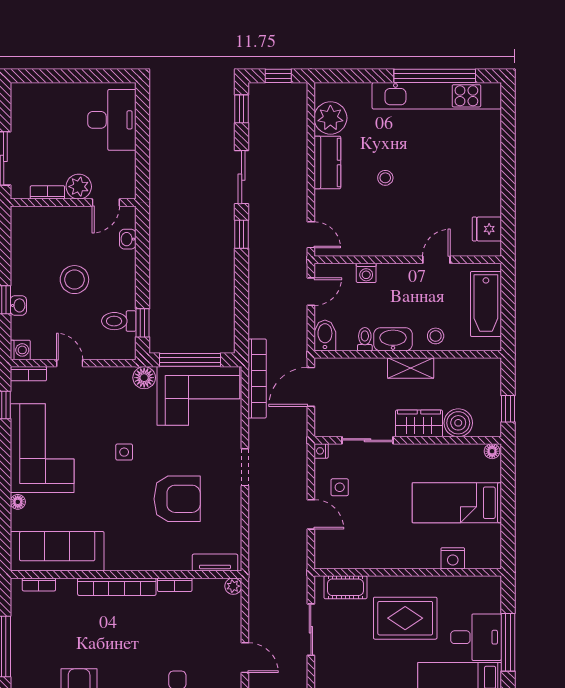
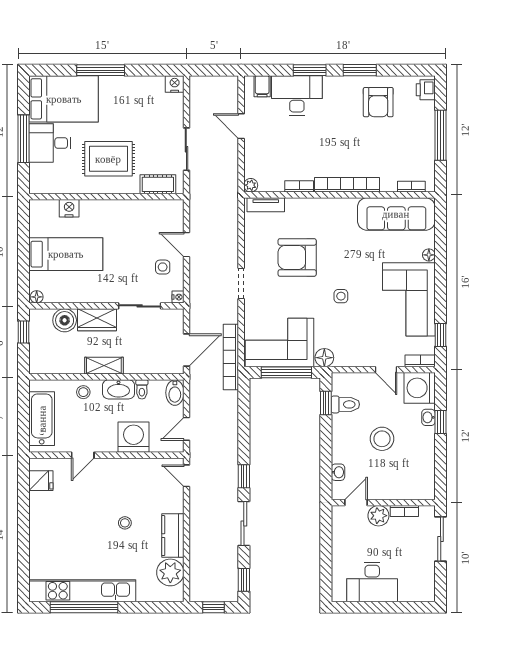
desk: (112, 120) -> (372, 582), moved, turned -90
washing machine: (366, 273) -> (134, 437), width x1.89, depth x1.89
washing machine: (20, 350) -> (420, 388), width x1.89, depth x1.89

